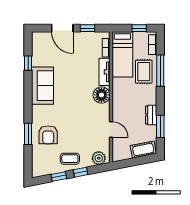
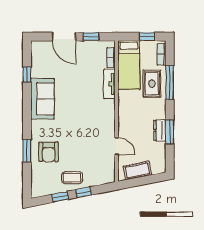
floor lamp: (101, 95) -> (106, 109), removed
window: (160, 126) -> (170, 132), moved
cot: (143, 150) -> (137, 171), moved
plant: (99, 158) -> (103, 177), removed

